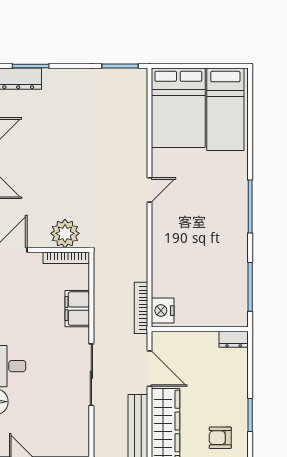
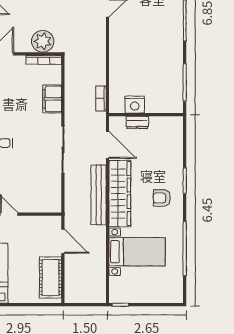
bookcase: (141, 308) -> (101, 98), width x0.64
nightstand: (163, 311) -> (135, 105), moved, turned -90
dresser: (234, 339) -> (137, 122), moved

